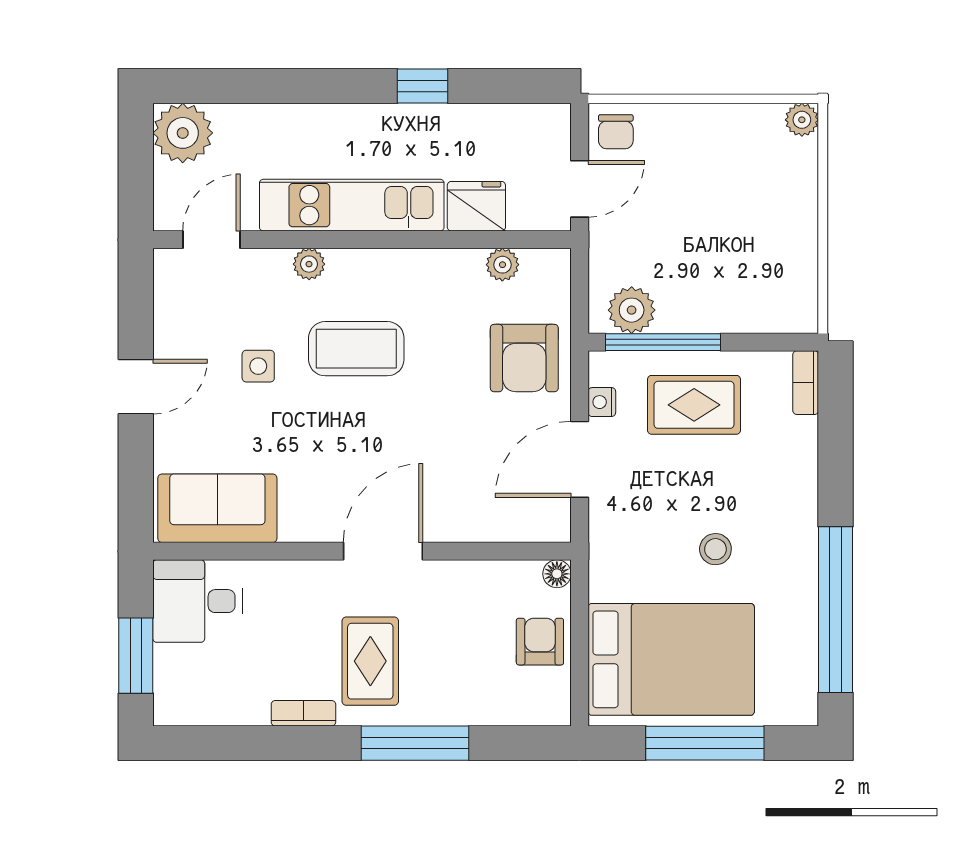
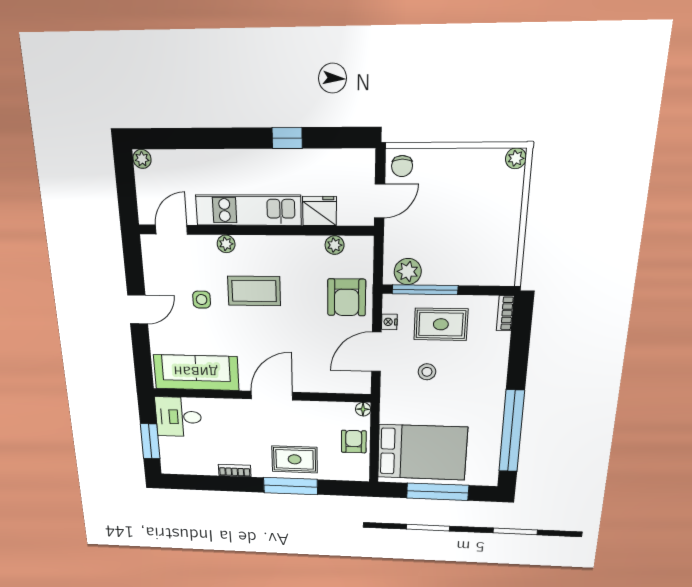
plant: (183, 133) -> (142, 159), width x0.53, depth x0.53
sofa: (217, 508) -> (196, 372), width x1.36
stool: (715, 549) -> (427, 372), moved
rug: (370, 661) -> (295, 459), moved, turned 90

